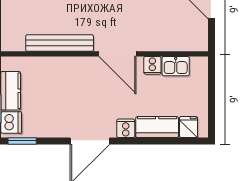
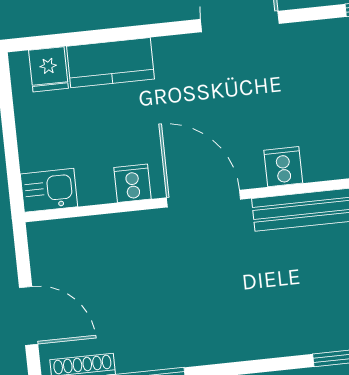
kitchen sink: (176, 66) -> (49, 190), moved
cooker: (126, 128) -> (283, 167), moved, turned 180

